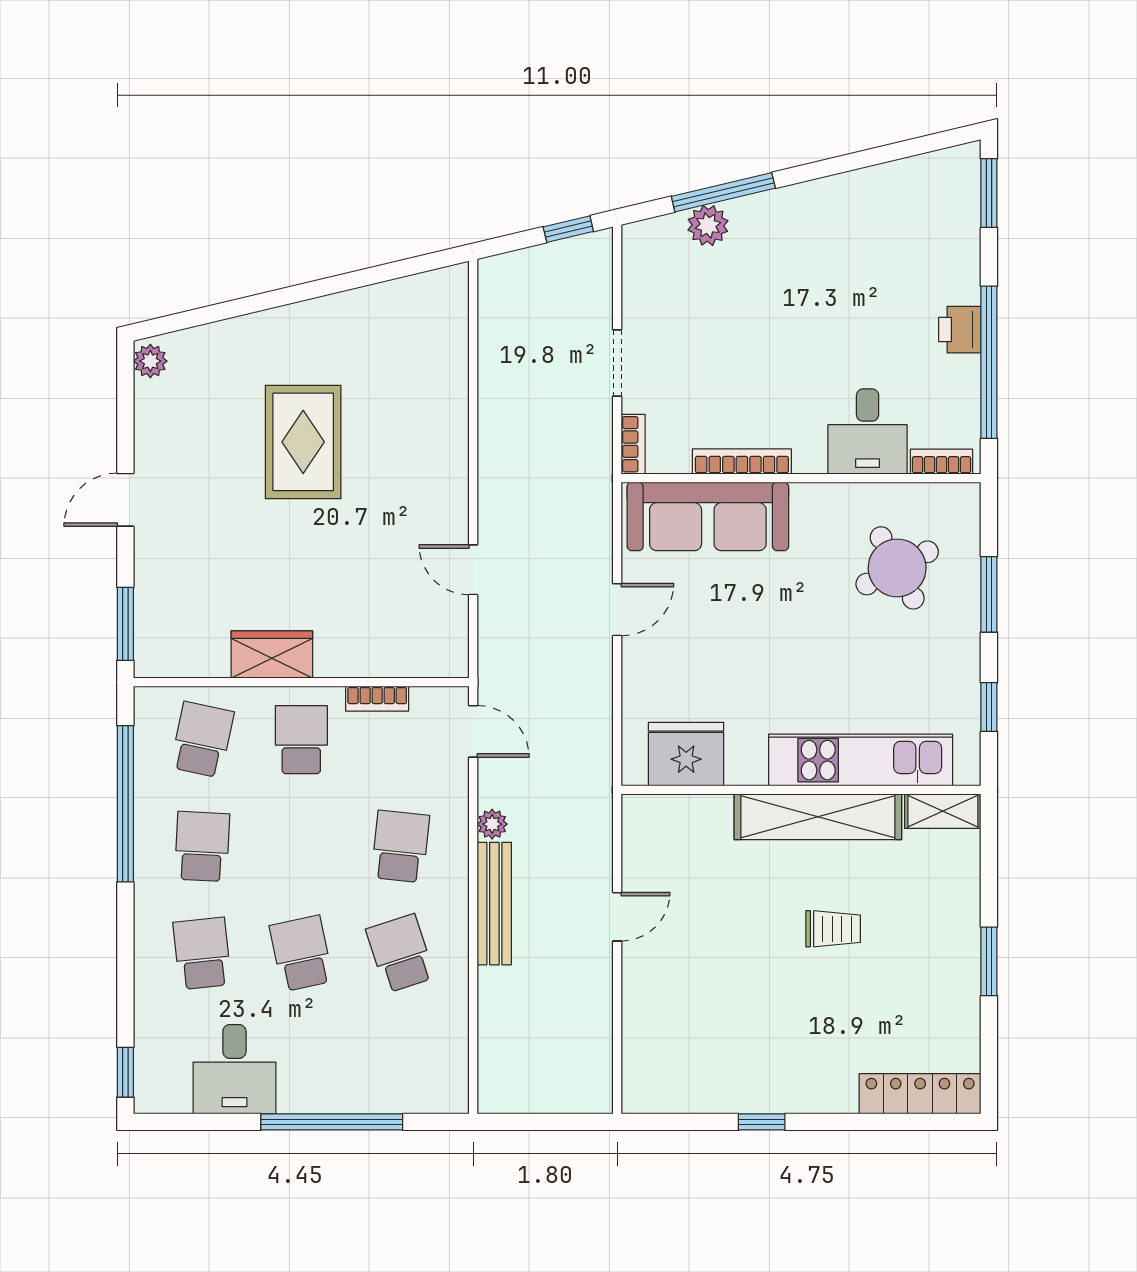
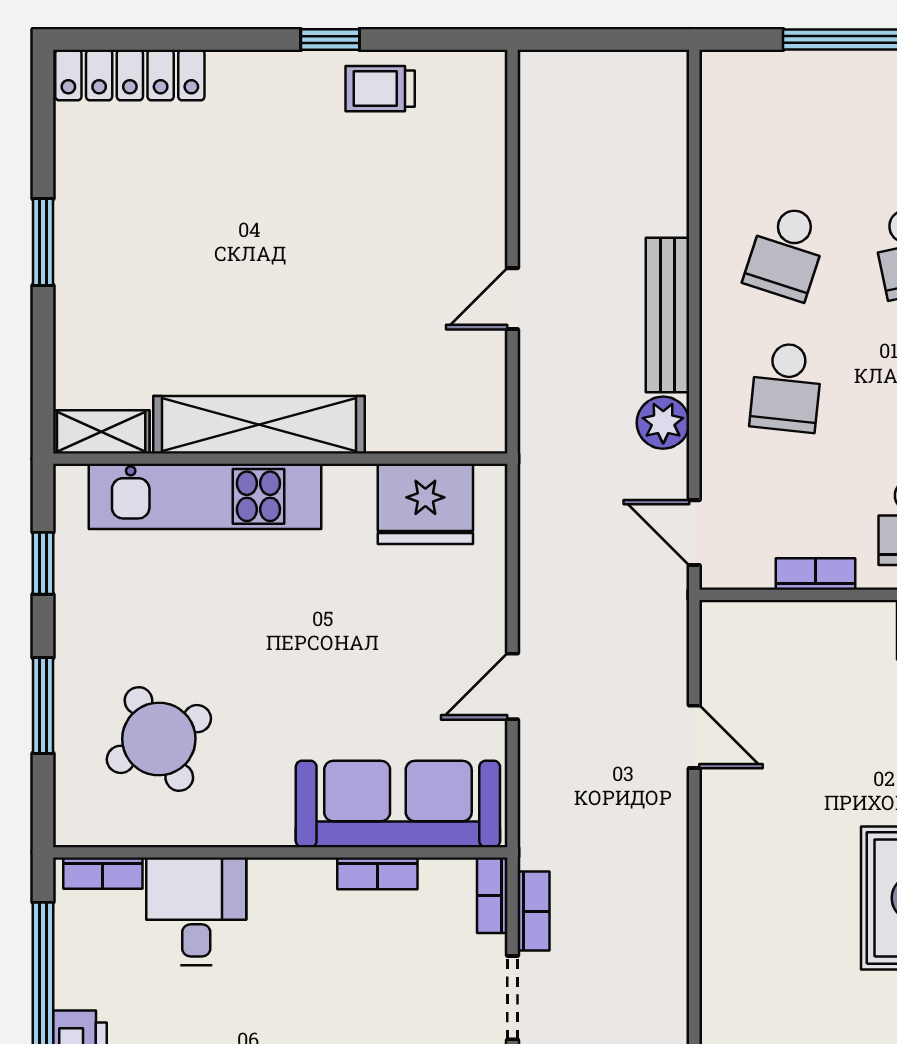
bookcase: (601, 432) -> (533, 911), added
bookcase: (742, 461) -> (377, 873), width x0.64
plant: (492, 824) -> (663, 423), width x1.38, depth x1.38
trolley: (833, 929) -> (380, 89), moved
school desk: (400, 953) -> (786, 252), turned 36

